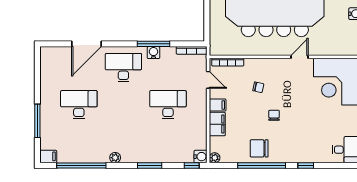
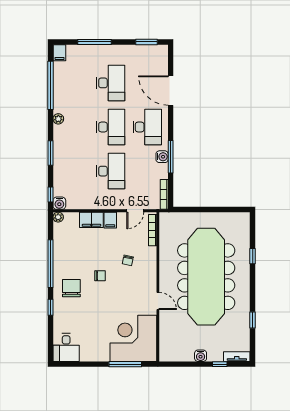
window: (37, 68) -> (147, 42), added
desk: (123, 105) -> (111, 127), added
chair: (259, 148) -> (71, 288), moved

